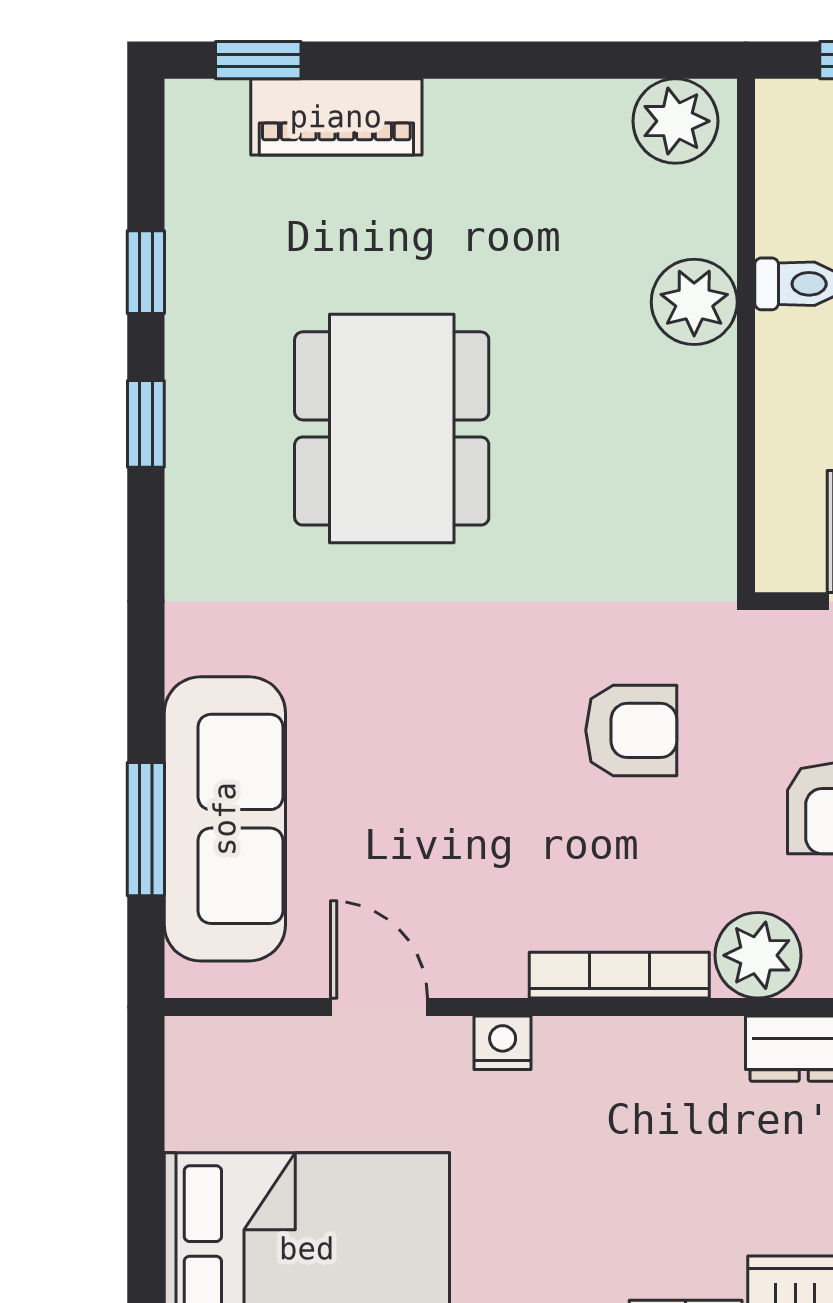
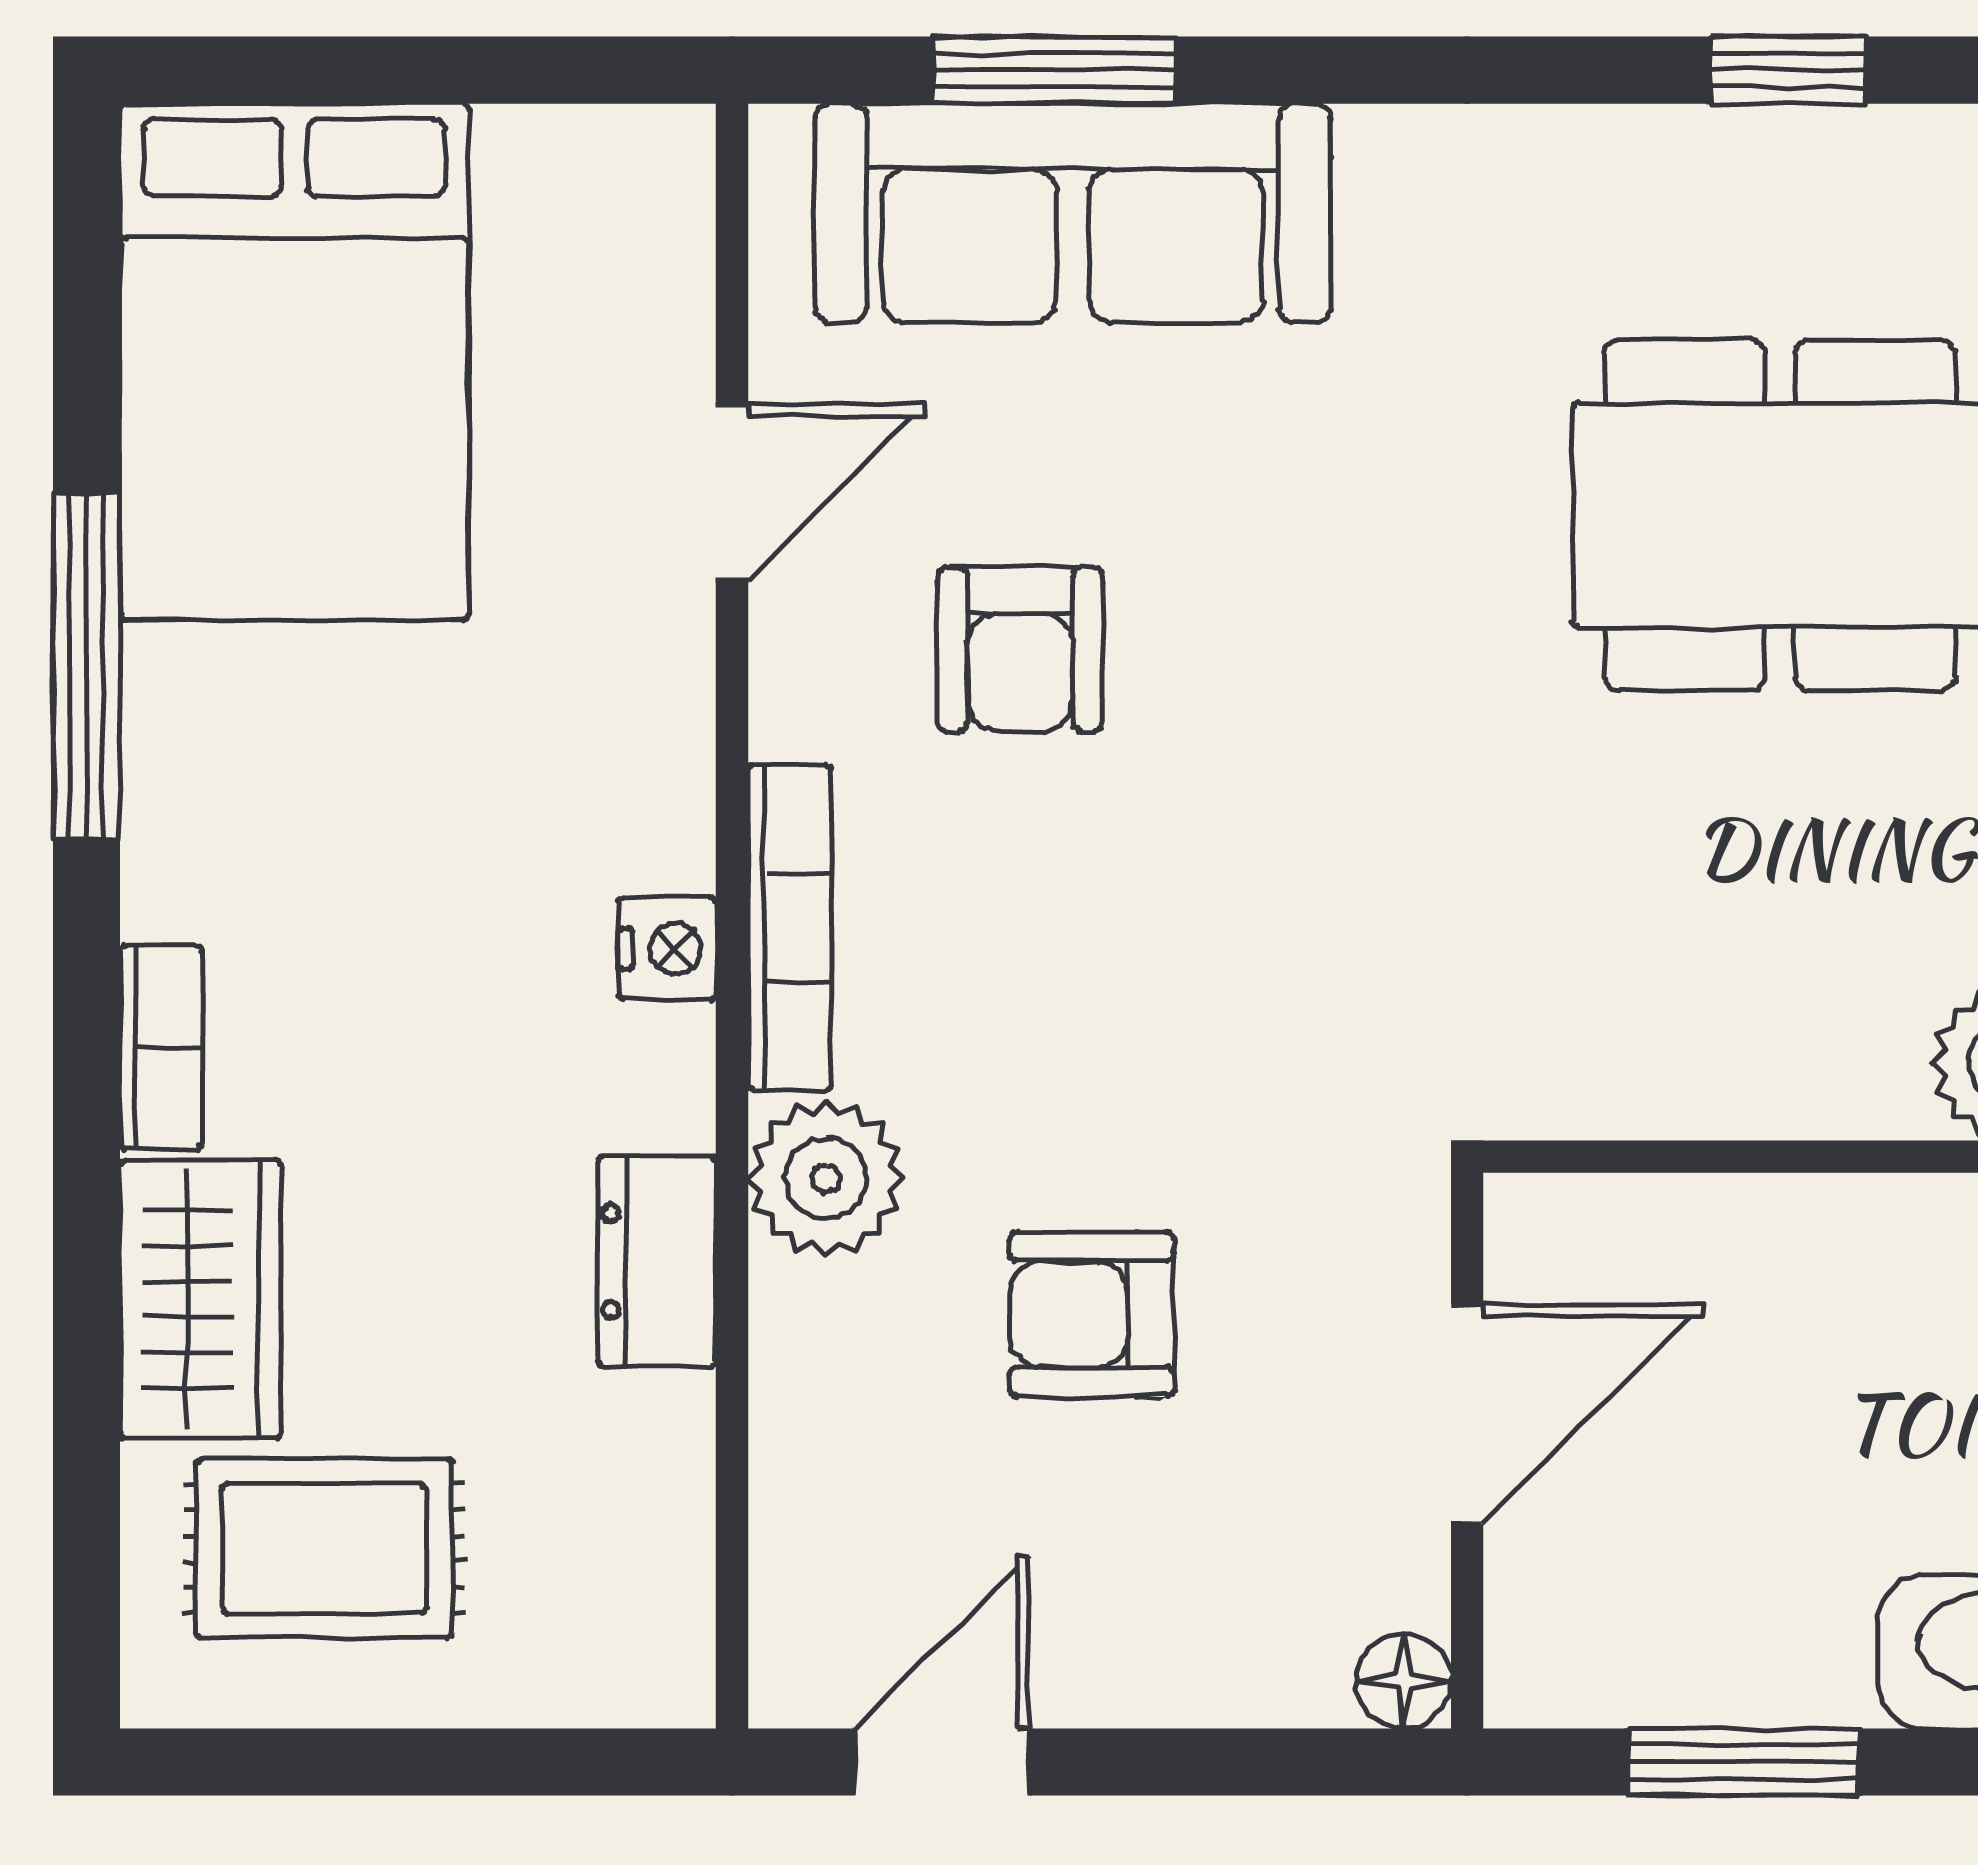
armchair: (631, 730) -> (1020, 649), moved
nightstand: (503, 1043) -> (667, 949), moved

